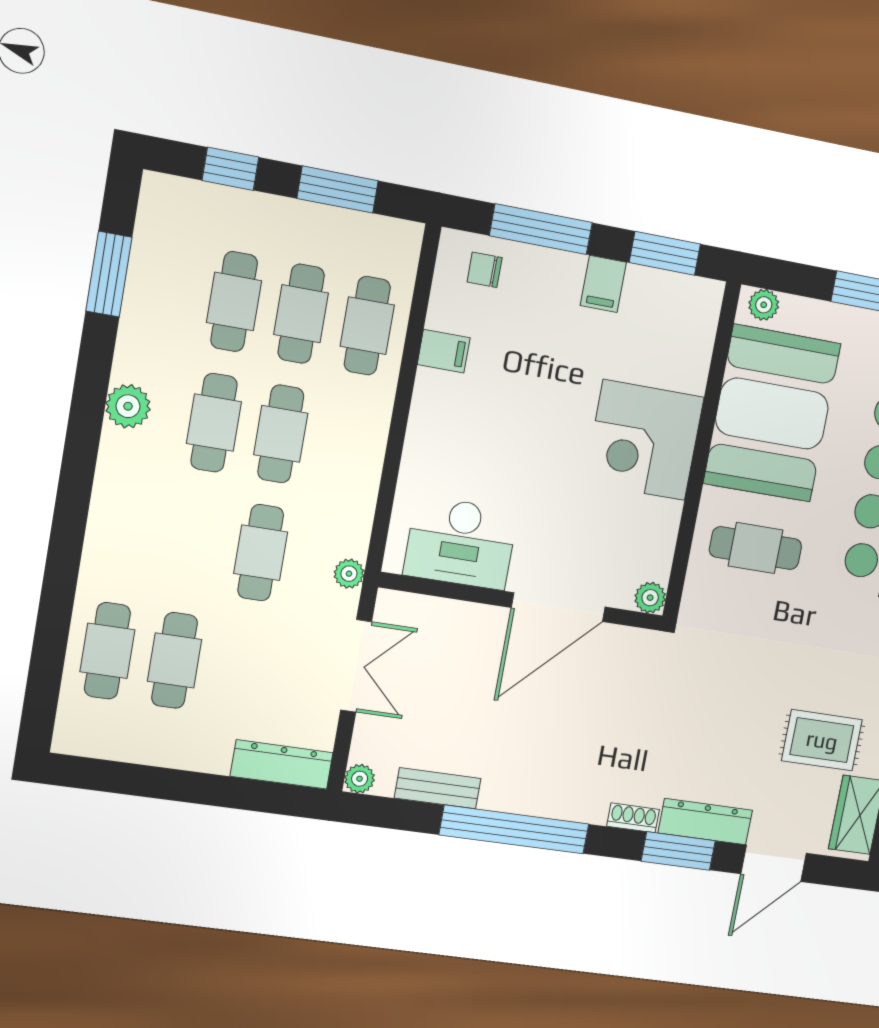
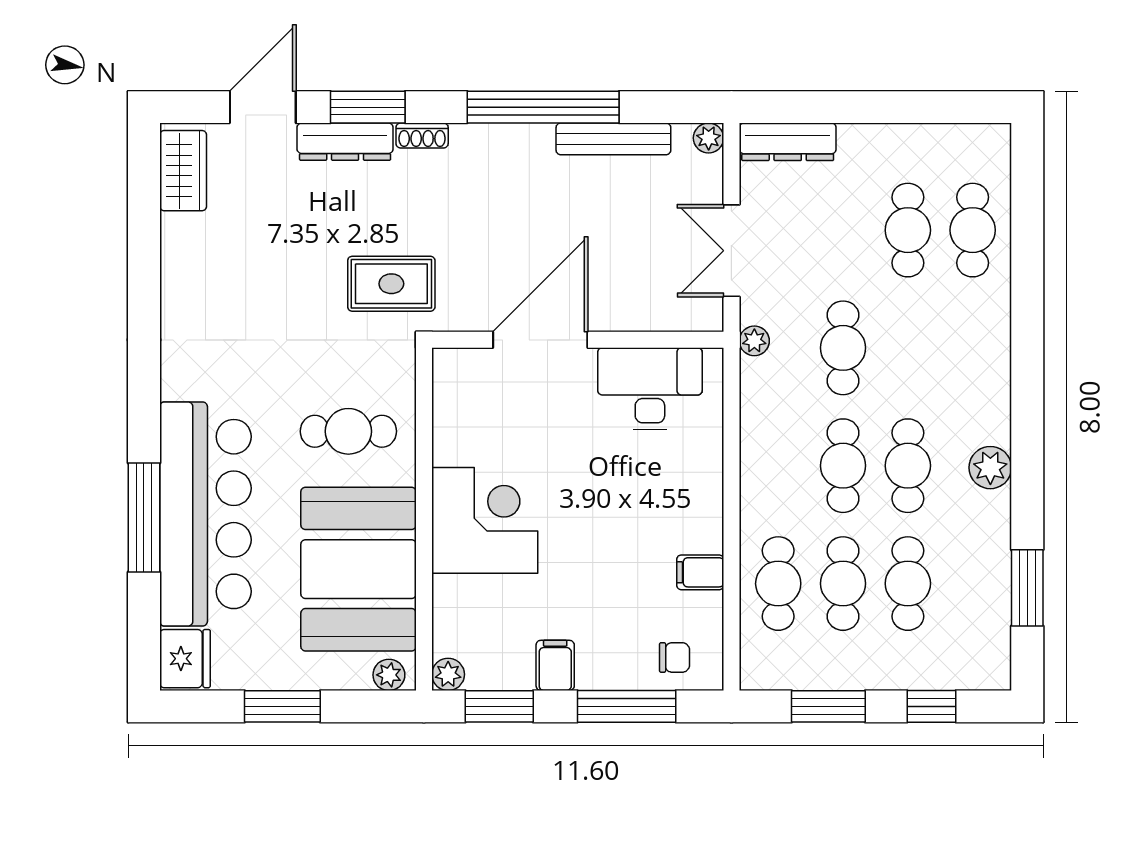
plant: (650, 598) -> (448, 674), moved
rug: (822, 740) -> (391, 284), moved
bench: (438, 788) -> (613, 139), width x1.36

